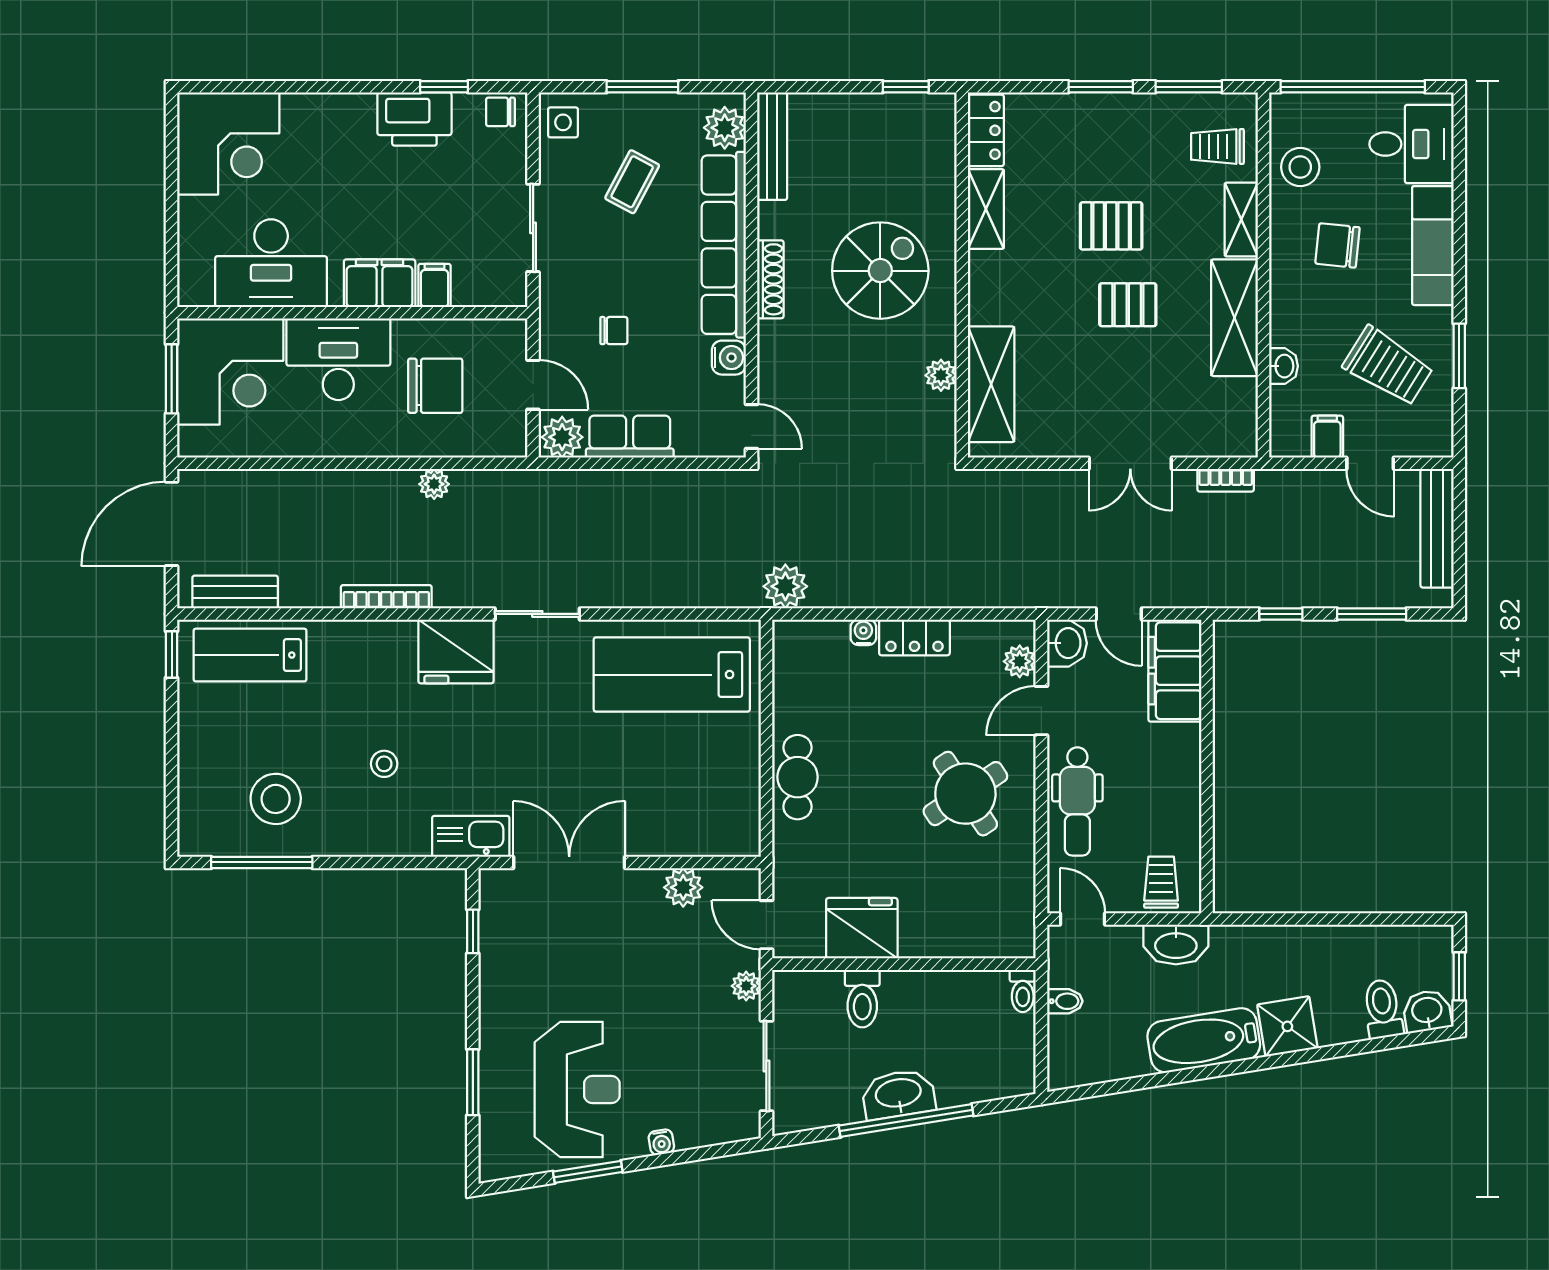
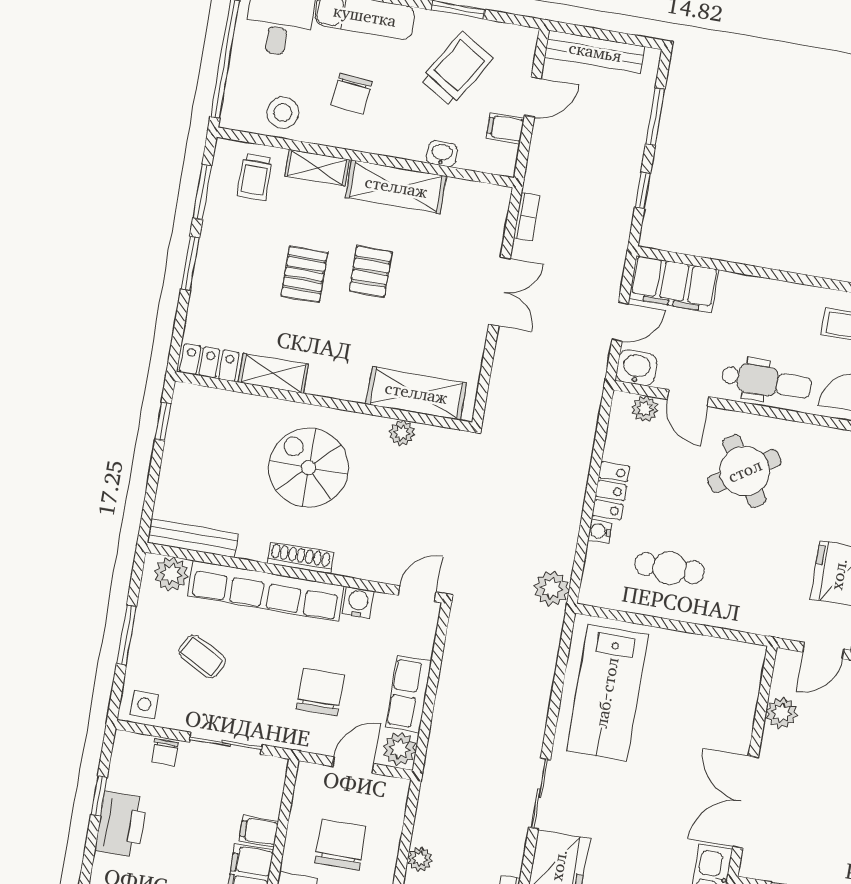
chair: (500, 112) -> (165, 752), moved
chair: (614, 331) -> (320, 692), width x1.87, depth x1.87
cafe table: (798, 777) -> (670, 568), moved

